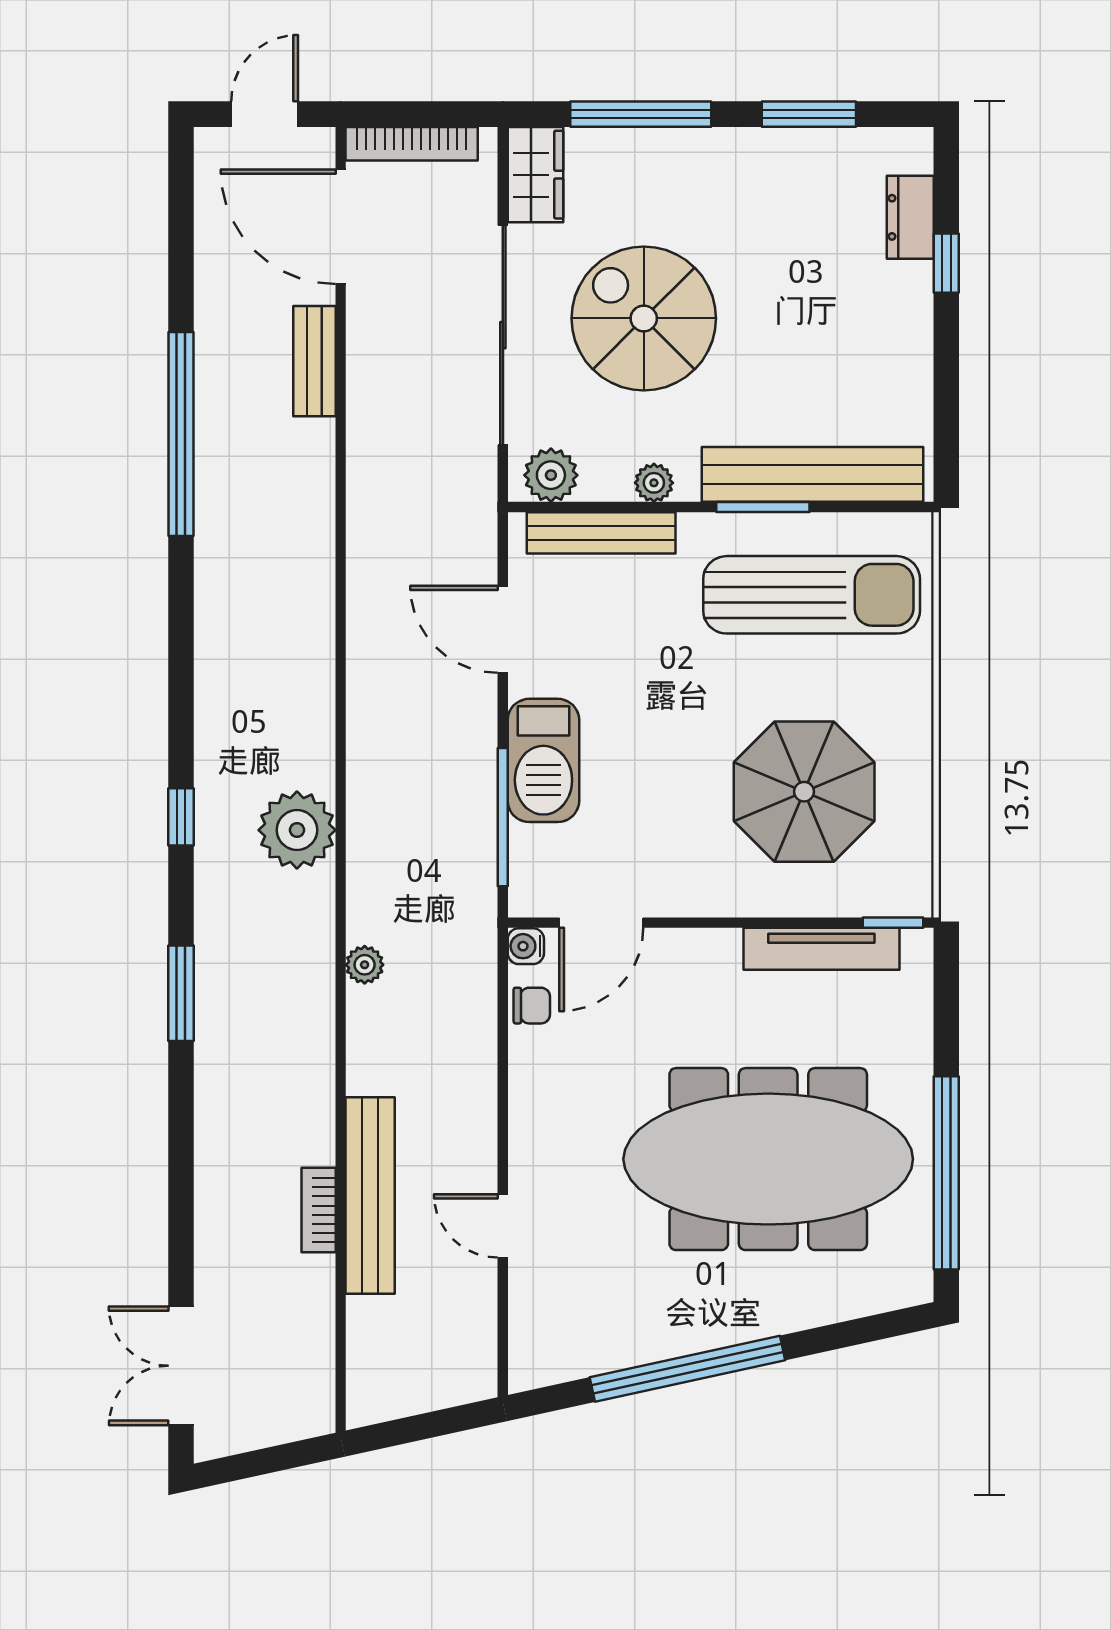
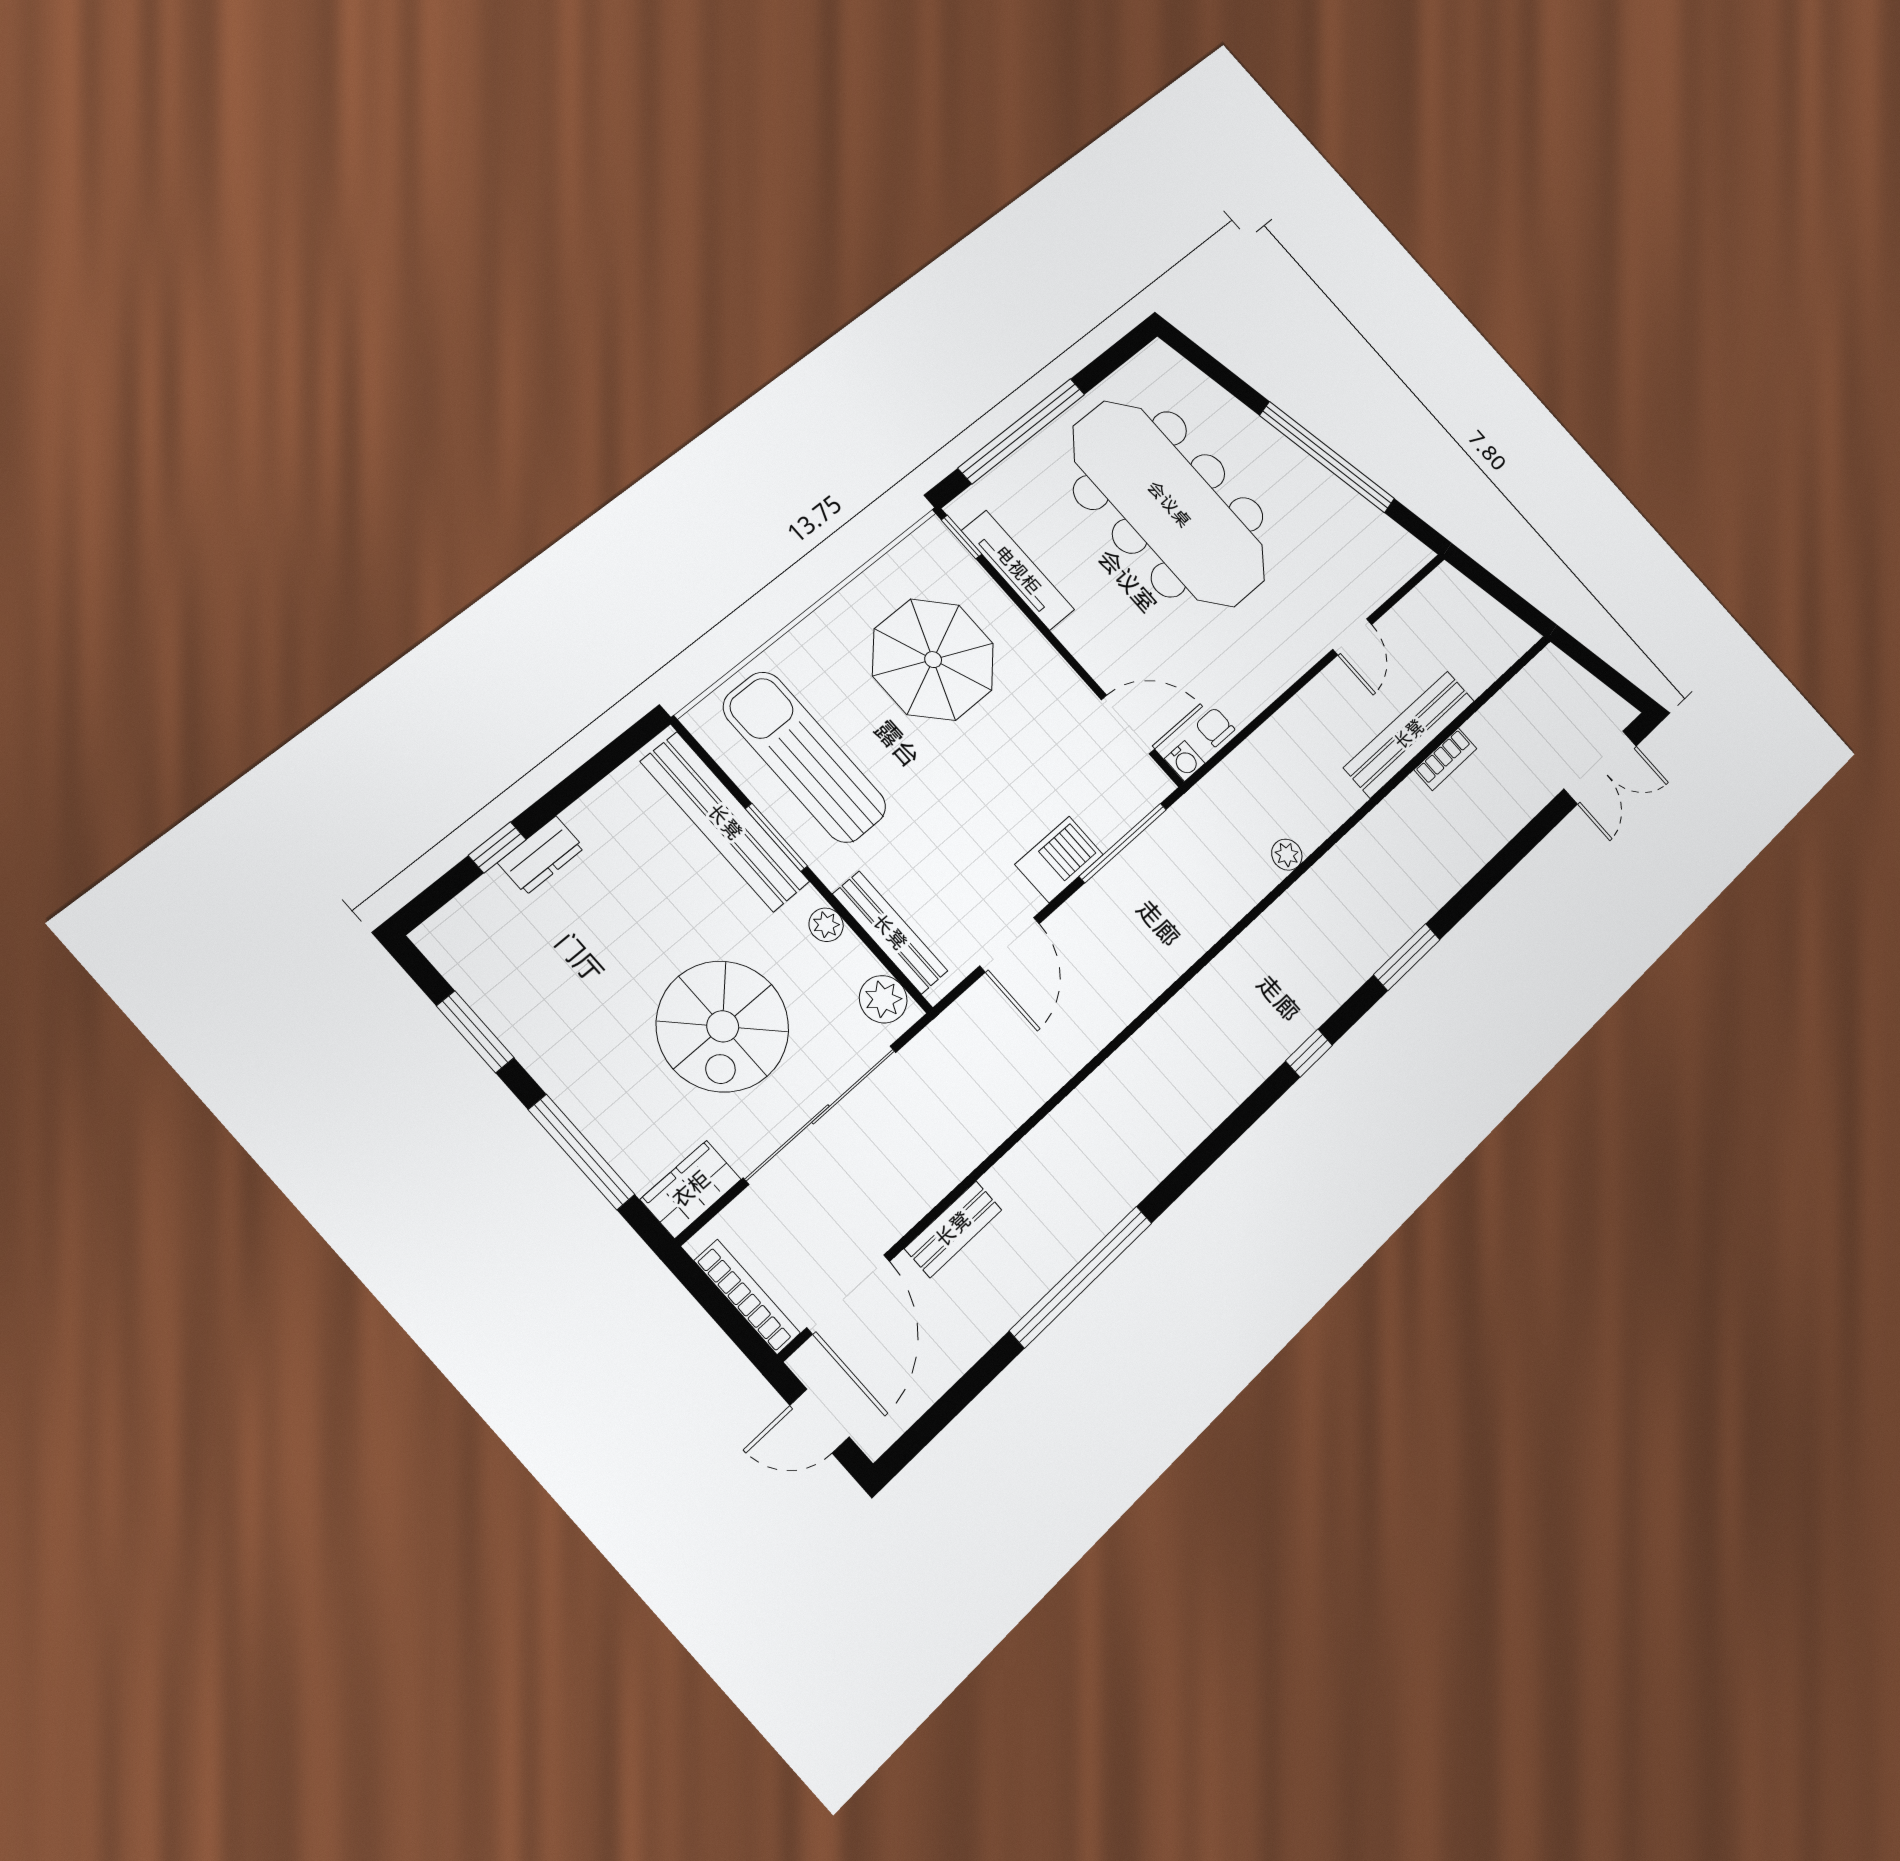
dresser: (910, 217) -> (541, 855), moved
barbecue: (543, 760) -> (1059, 859), width x0.73, depth x0.83
plant: (297, 830) -> (1249, 970), removed
window: (946, 1173) -> (1022, 431), moved

